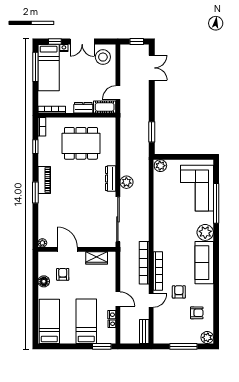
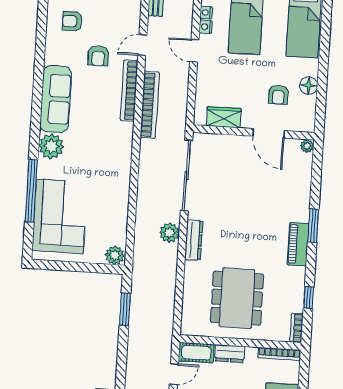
dining table: (81, 143) -> (237, 298), turned 90

